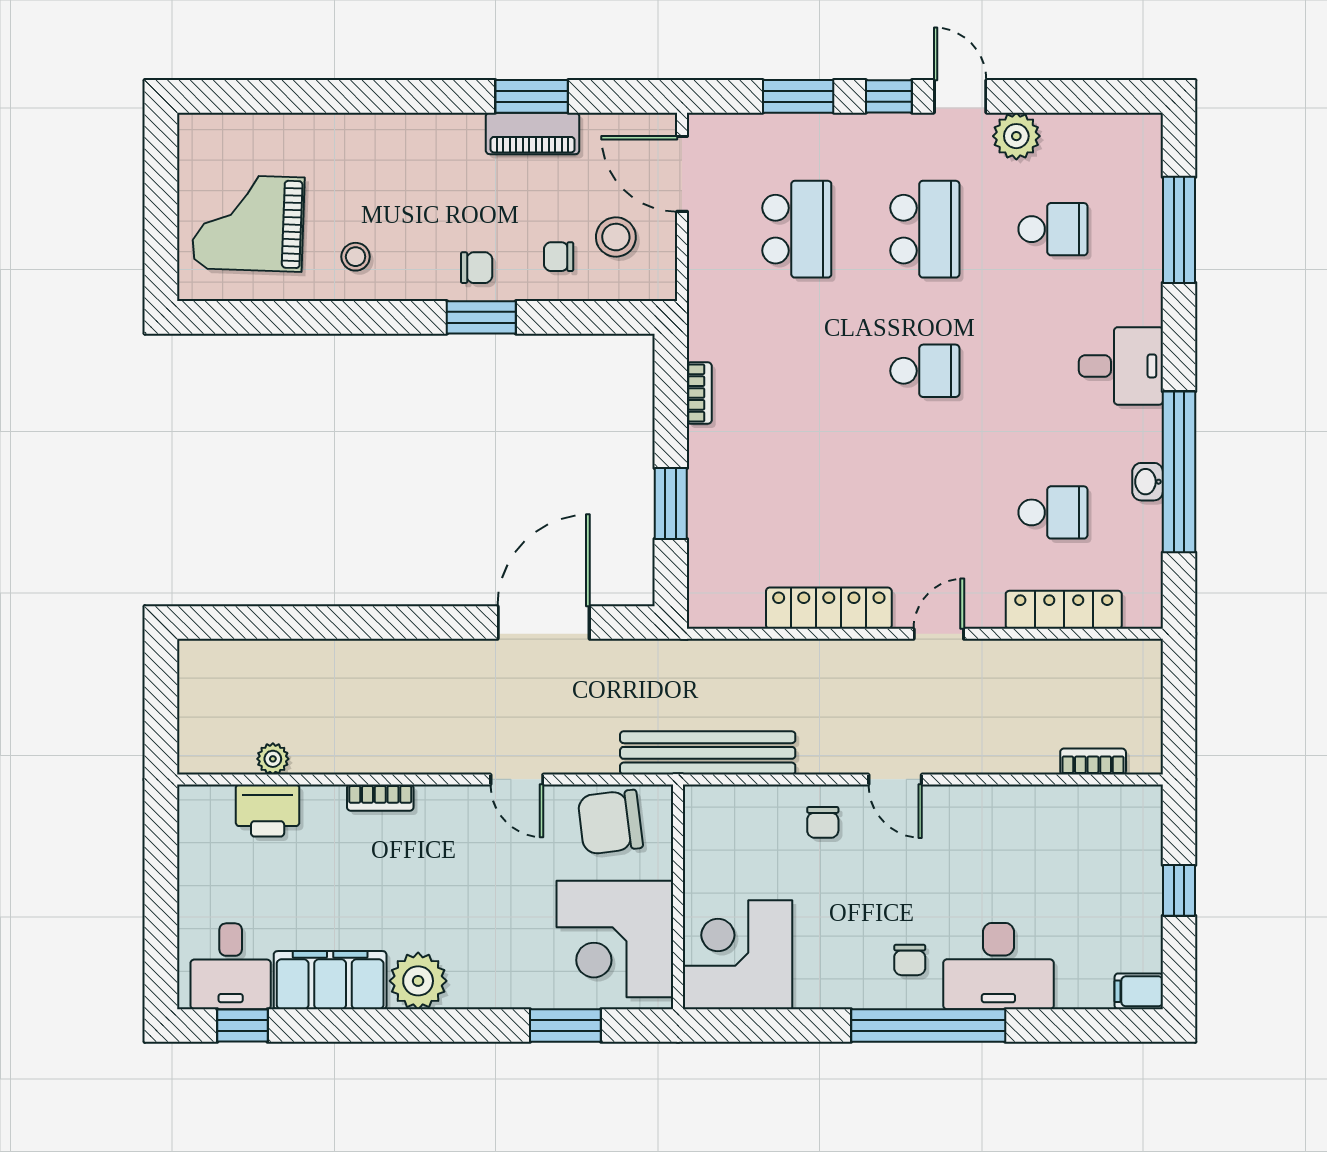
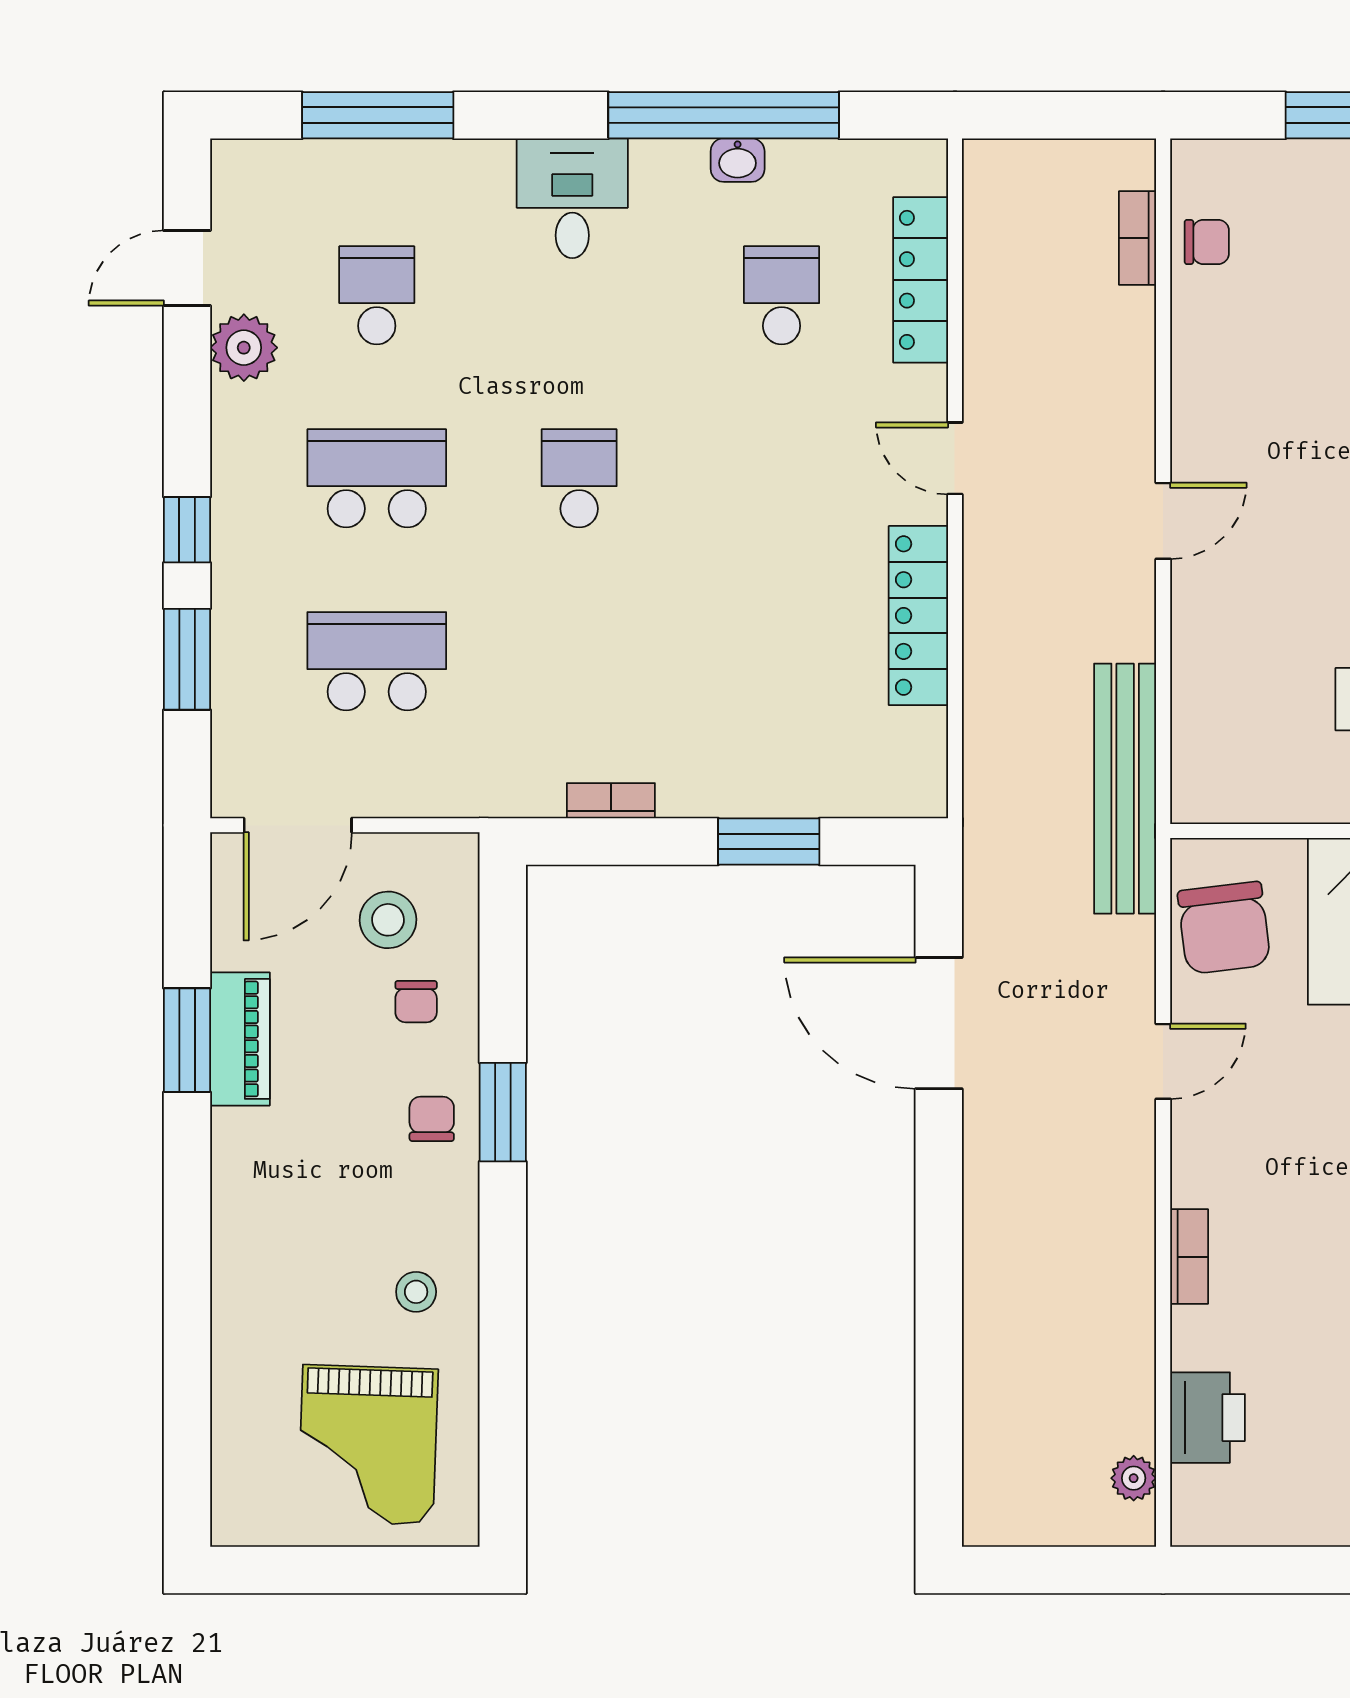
door: (960, 96) -> (187, 268), moved
plant: (273, 759) -> (1134, 1478), moved
chair: (823, 822) -> (1207, 242), moved

